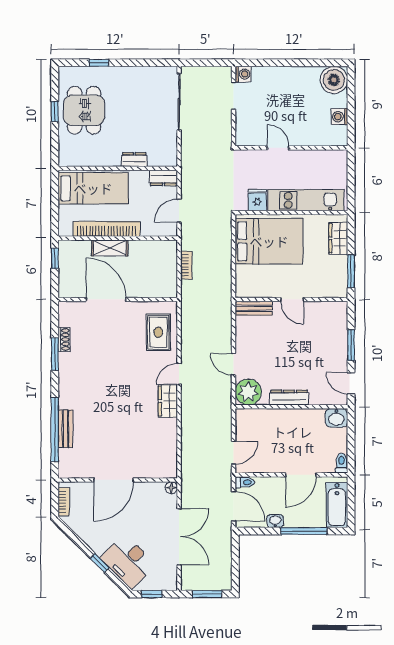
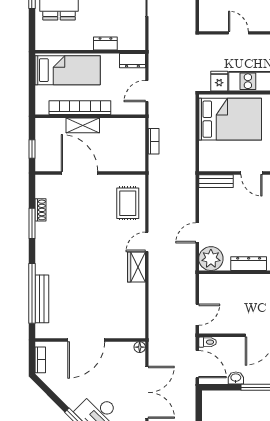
window: (55, 258) -> (32, 149), moved
door: (234, 364) -> (197, 233), hinge flipped
bench: (65, 429) -> (42, 299), width x1.36

